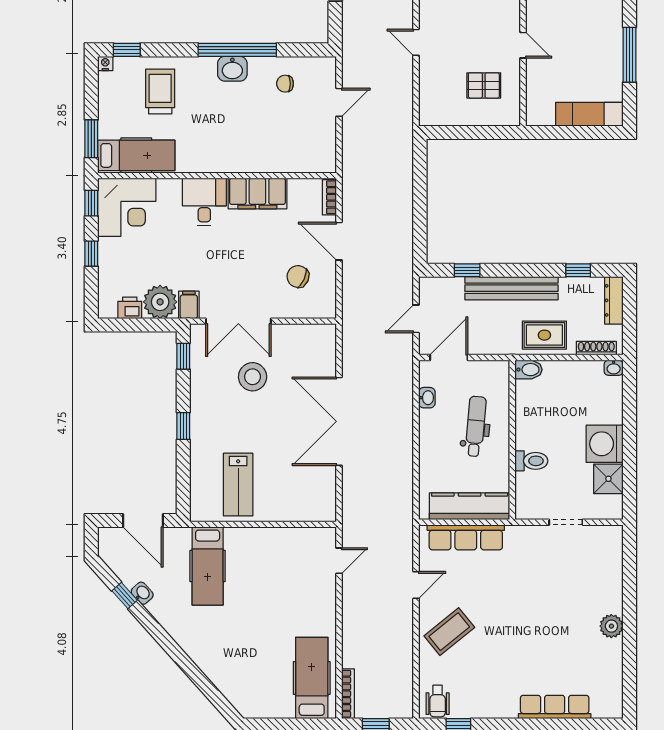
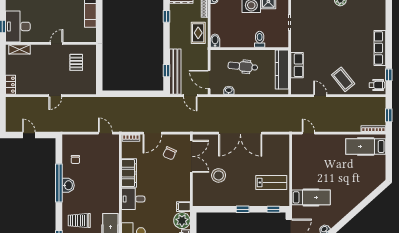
door: (339, 102) -> (105, 133), moved
bench: (511, 288) -> (175, 72), moved
double door: (238, 321) -> (191, 156), moved
window: (183, 356) -> (273, 209), moved
row of seats: (466, 537) -> (297, 65), width x0.68
row of seats: (555, 707) -> (380, 48), moved

